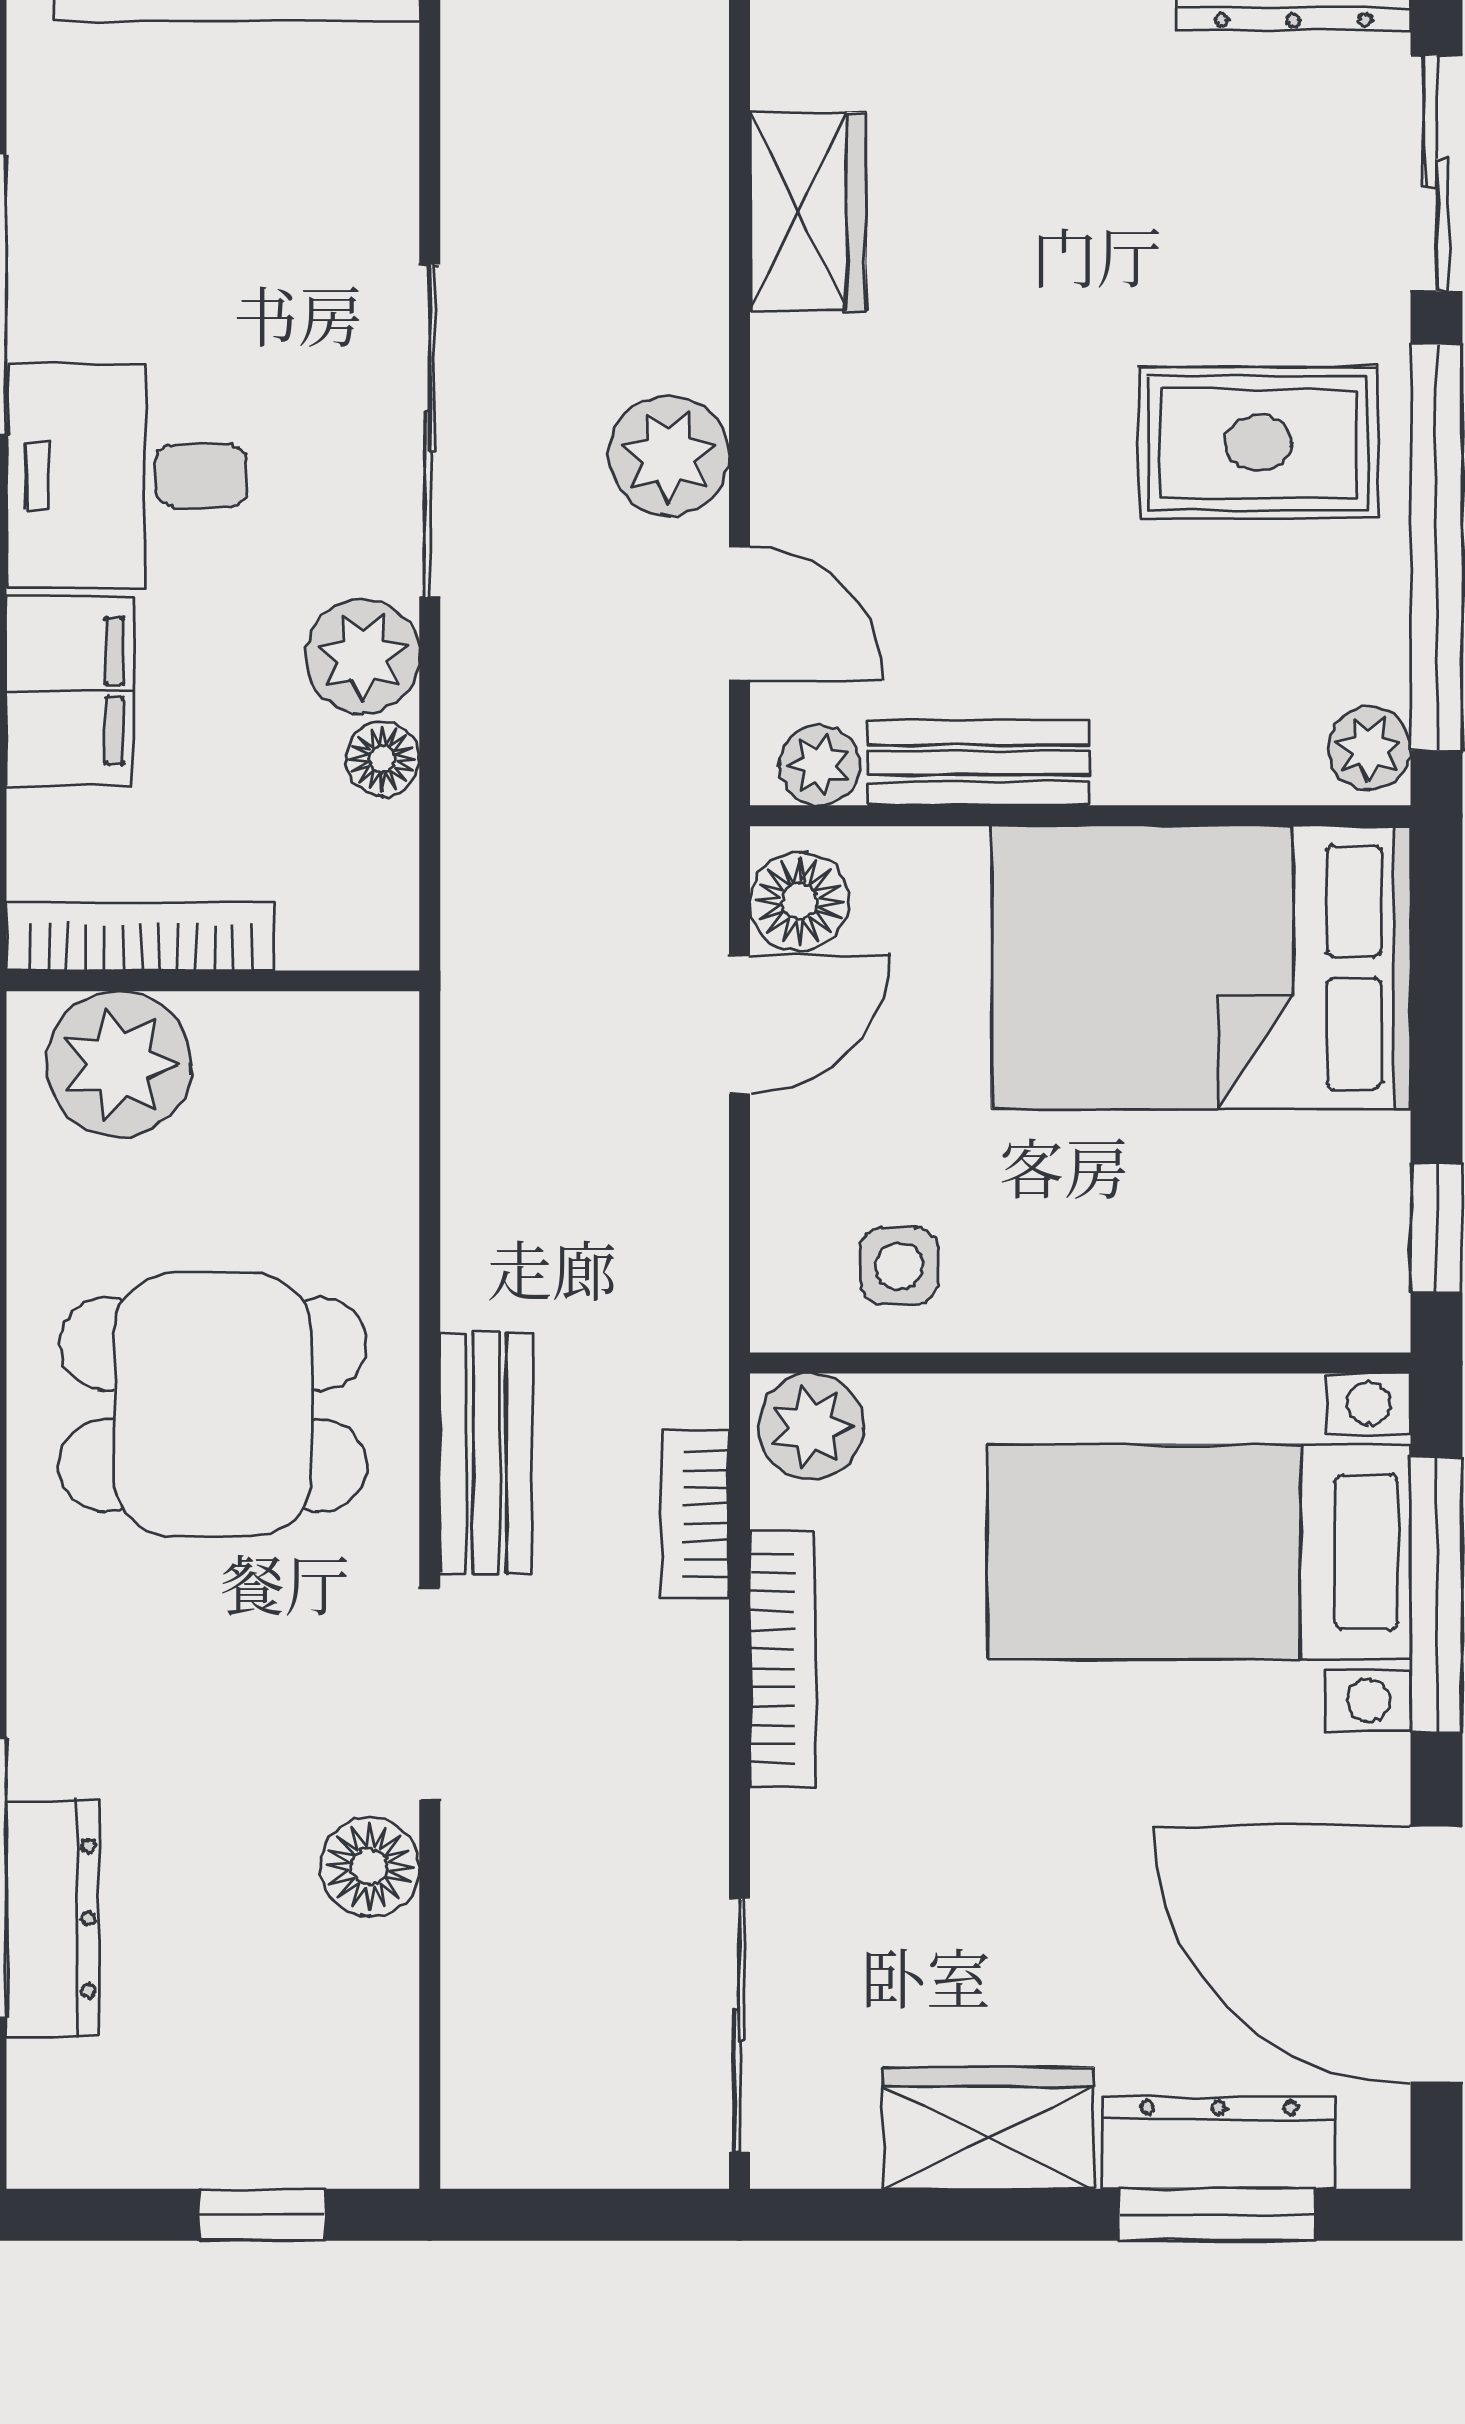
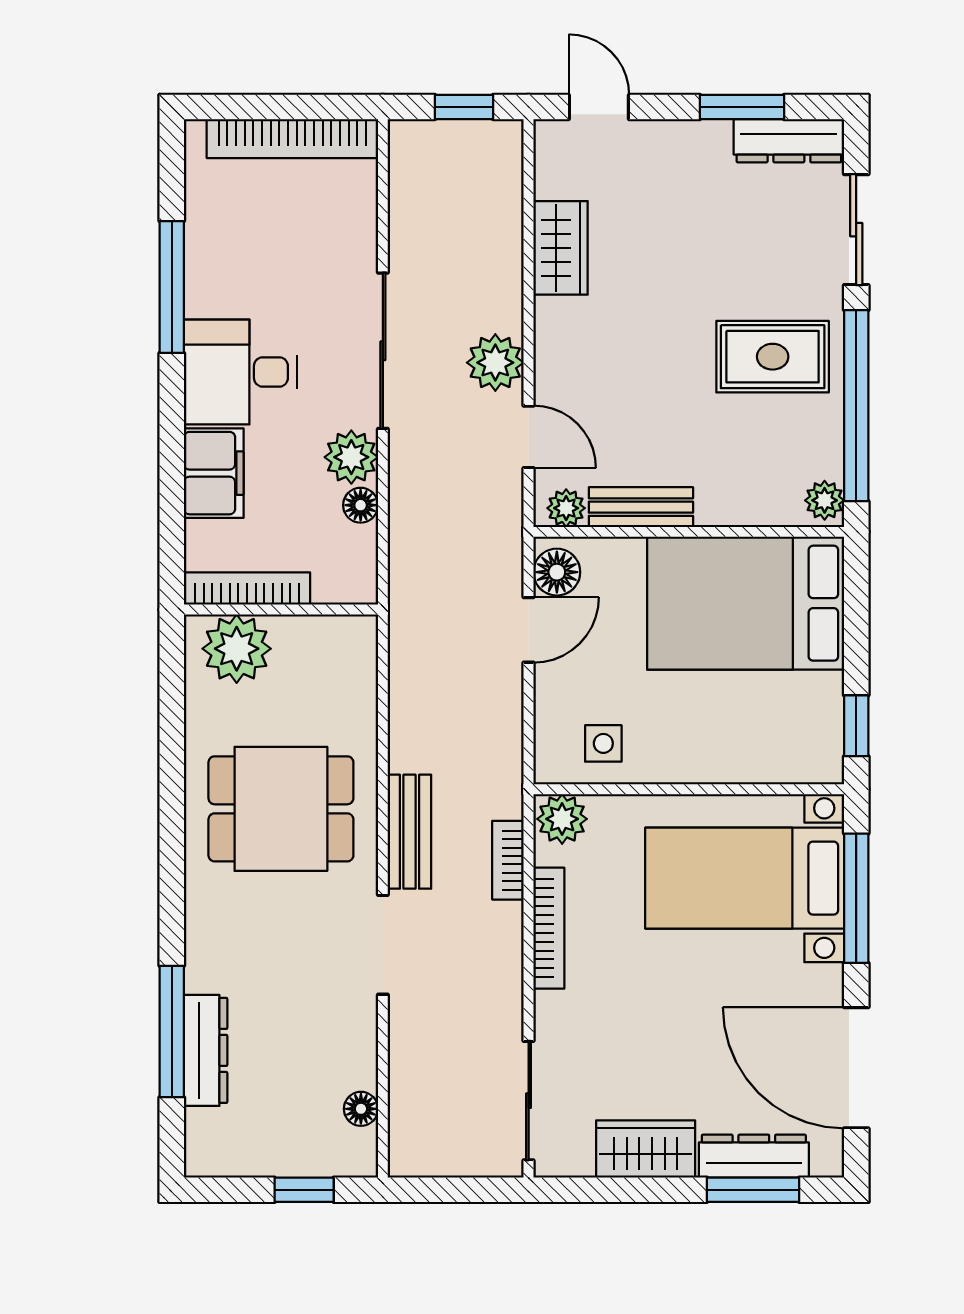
floor lamp: (370, 1867) -> (361, 1109), moved, width x0.73, depth x0.73

